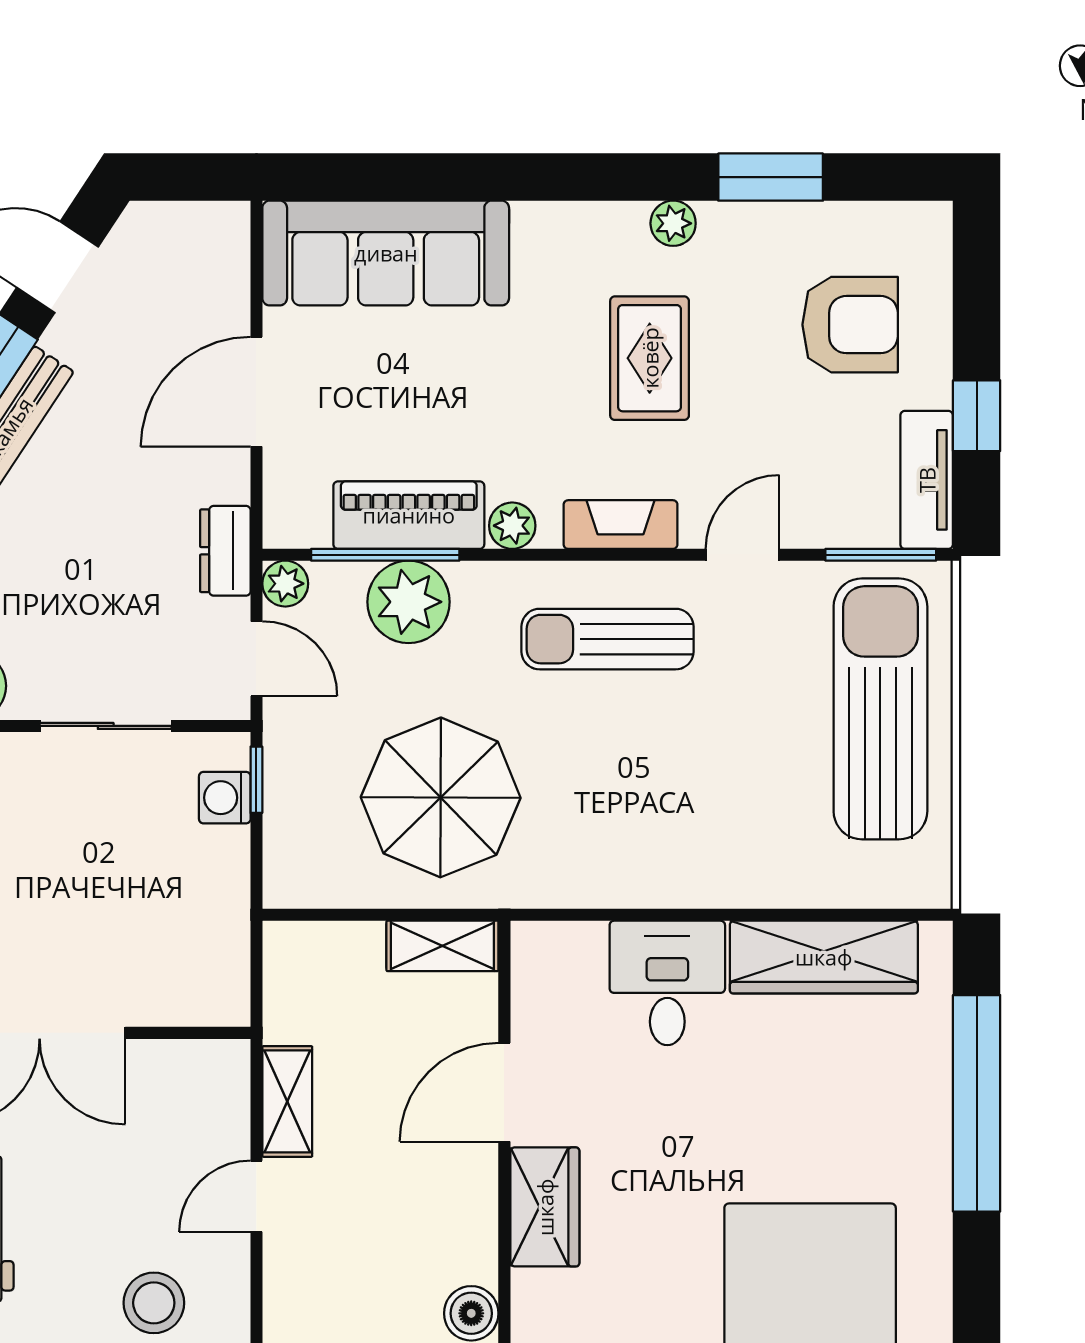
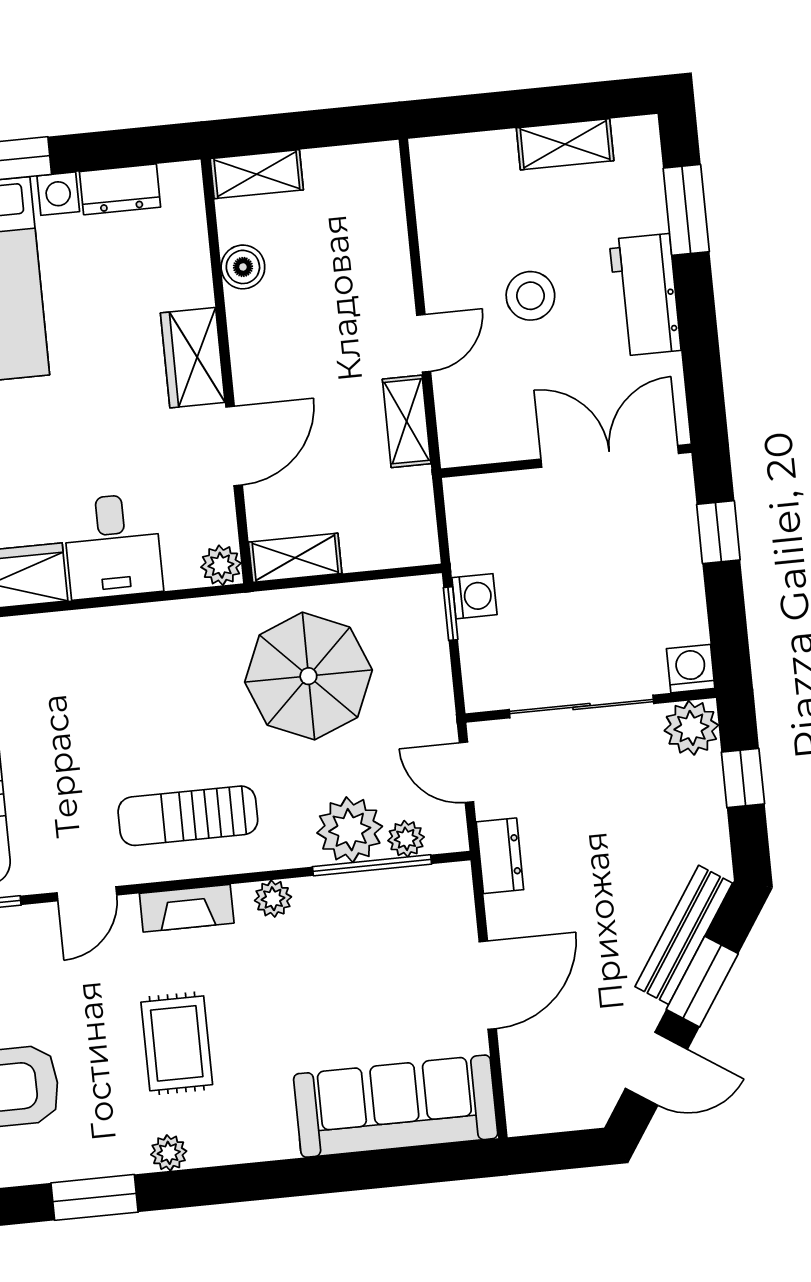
piano: (409, 515) -> (356, 899), removed
plant: (285, 584) -> (406, 839), moved
sun lounger: (608, 639) -> (188, 816), turned 180
sliding door: (106, 726) -> (581, 707), width x1.37
window: (256, 780) -> (451, 614), moved
washing machine: (225, 798) -> (474, 596), moved
plant: (535, 946) -> (221, 565), added
stool: (154, 1303) -> (530, 296), moved

